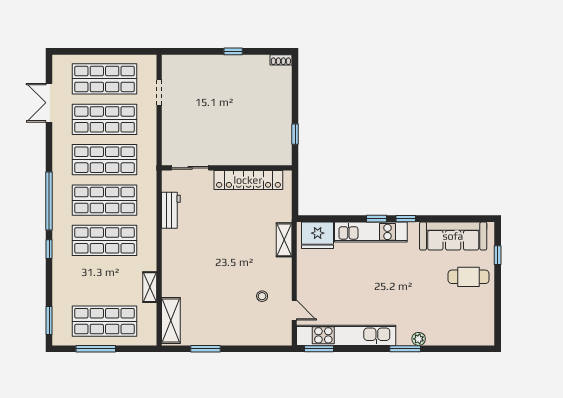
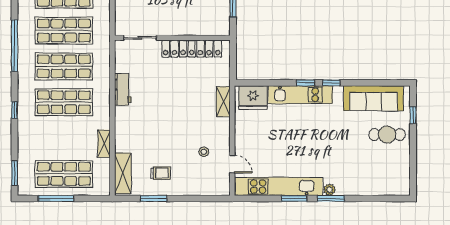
window: (49, 201) -> (15, 46), moved
workbench: (171, 210) -> (123, 89), moved
trolley: (213, 320) -> (161, 173), added
plant: (419, 339) -> (329, 190), moved
window: (319, 349) -> (294, 198), moved

